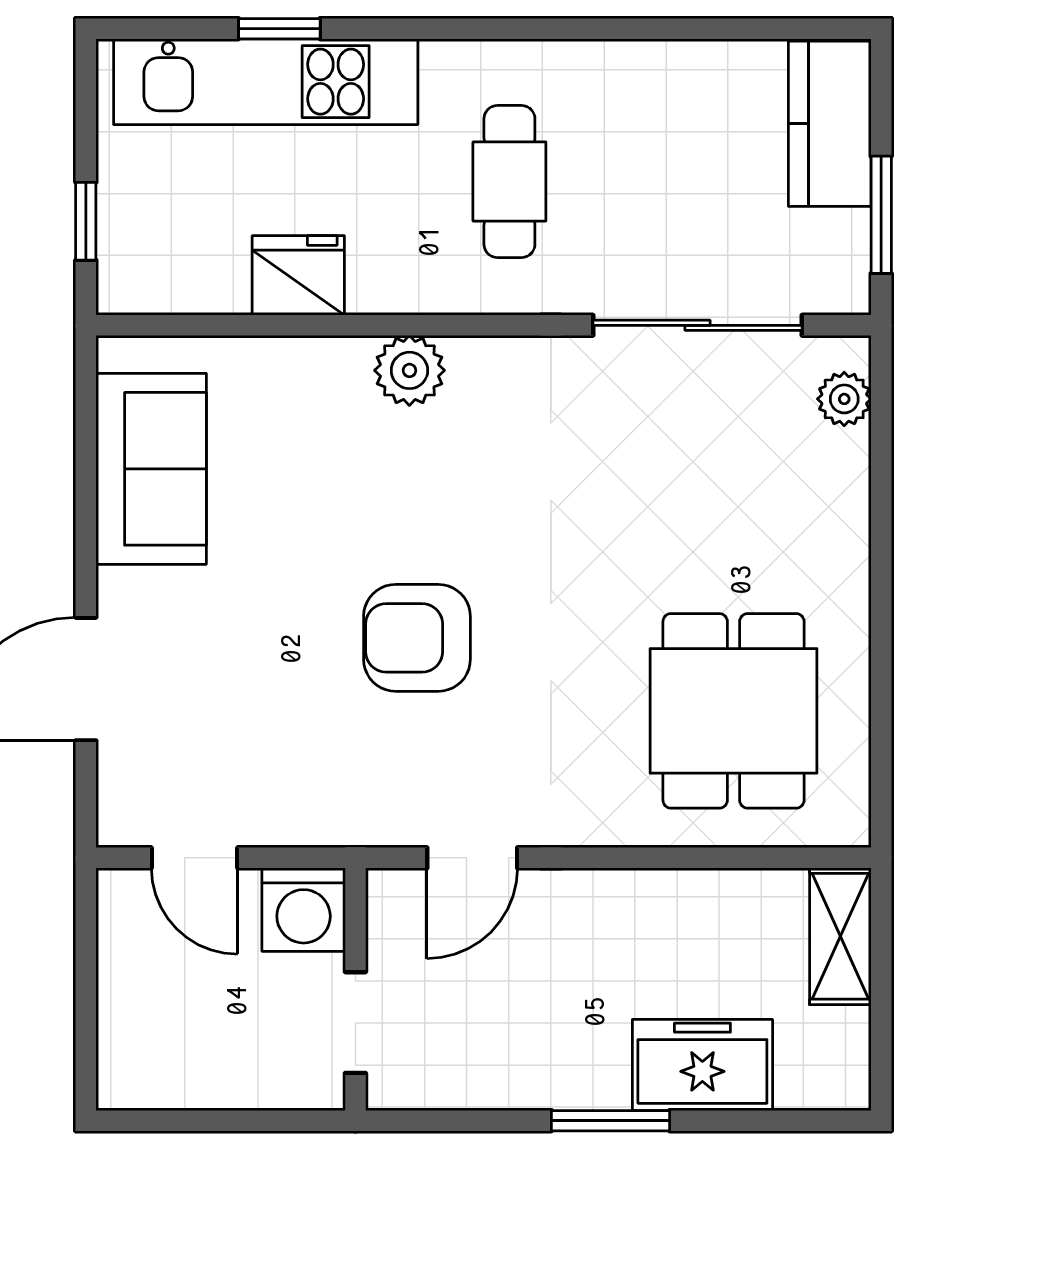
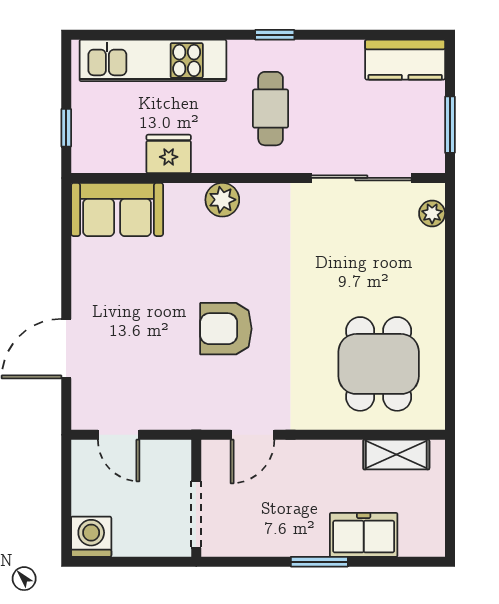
window: (279, 29) -> (275, 35), moved
kitchen counter: (830, 124) -> (405, 60), moved, turned -90
sofa: (151, 469) -> (117, 209), moved, turned 90
washing machine: (304, 910) -> (91, 537), moved, turned 180
shelving: (840, 936) -> (396, 455), moved, turned 90
doorway: (355, 1023) -> (196, 514), width x1.38

